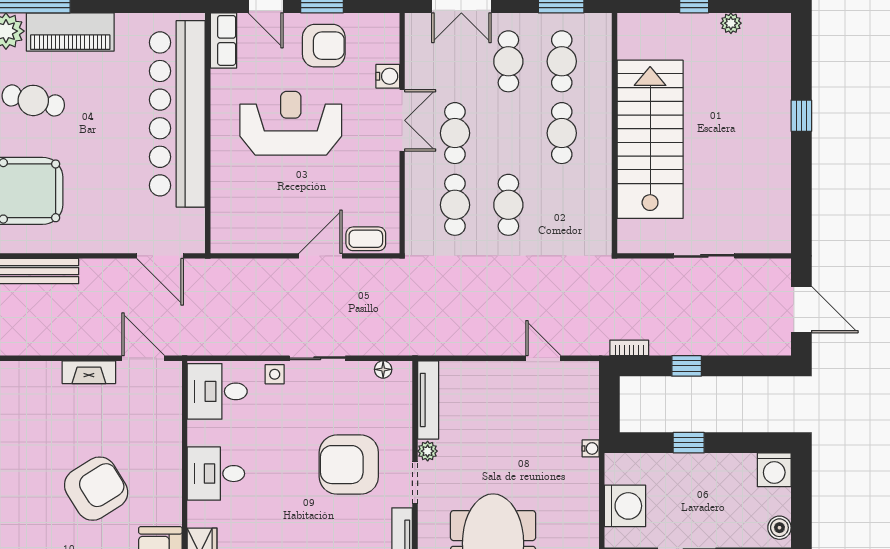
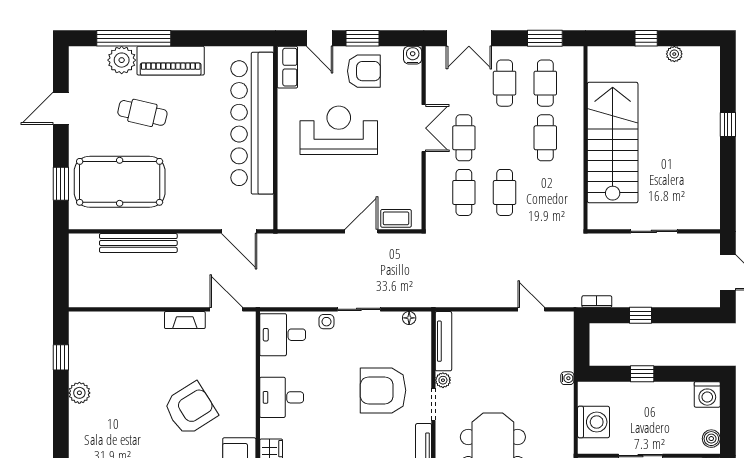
water cooler: (388, 76) -> (413, 55), moved, turned -90

